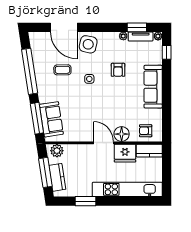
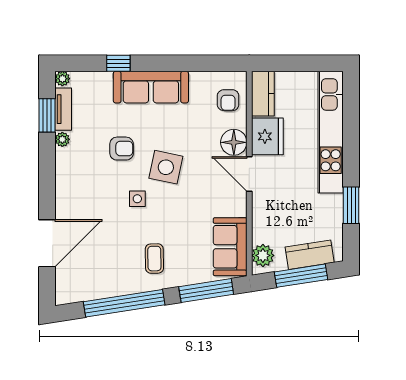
side table: (88, 44) -> (166, 167), moved
window: (167, 52) -> (118, 63), moved
coffee table: (62, 70) -> (154, 259), moved
sofa: (51, 119) -> (230, 247), moved, turned -81
door: (103, 143) -> (249, 174), hinge flipped

